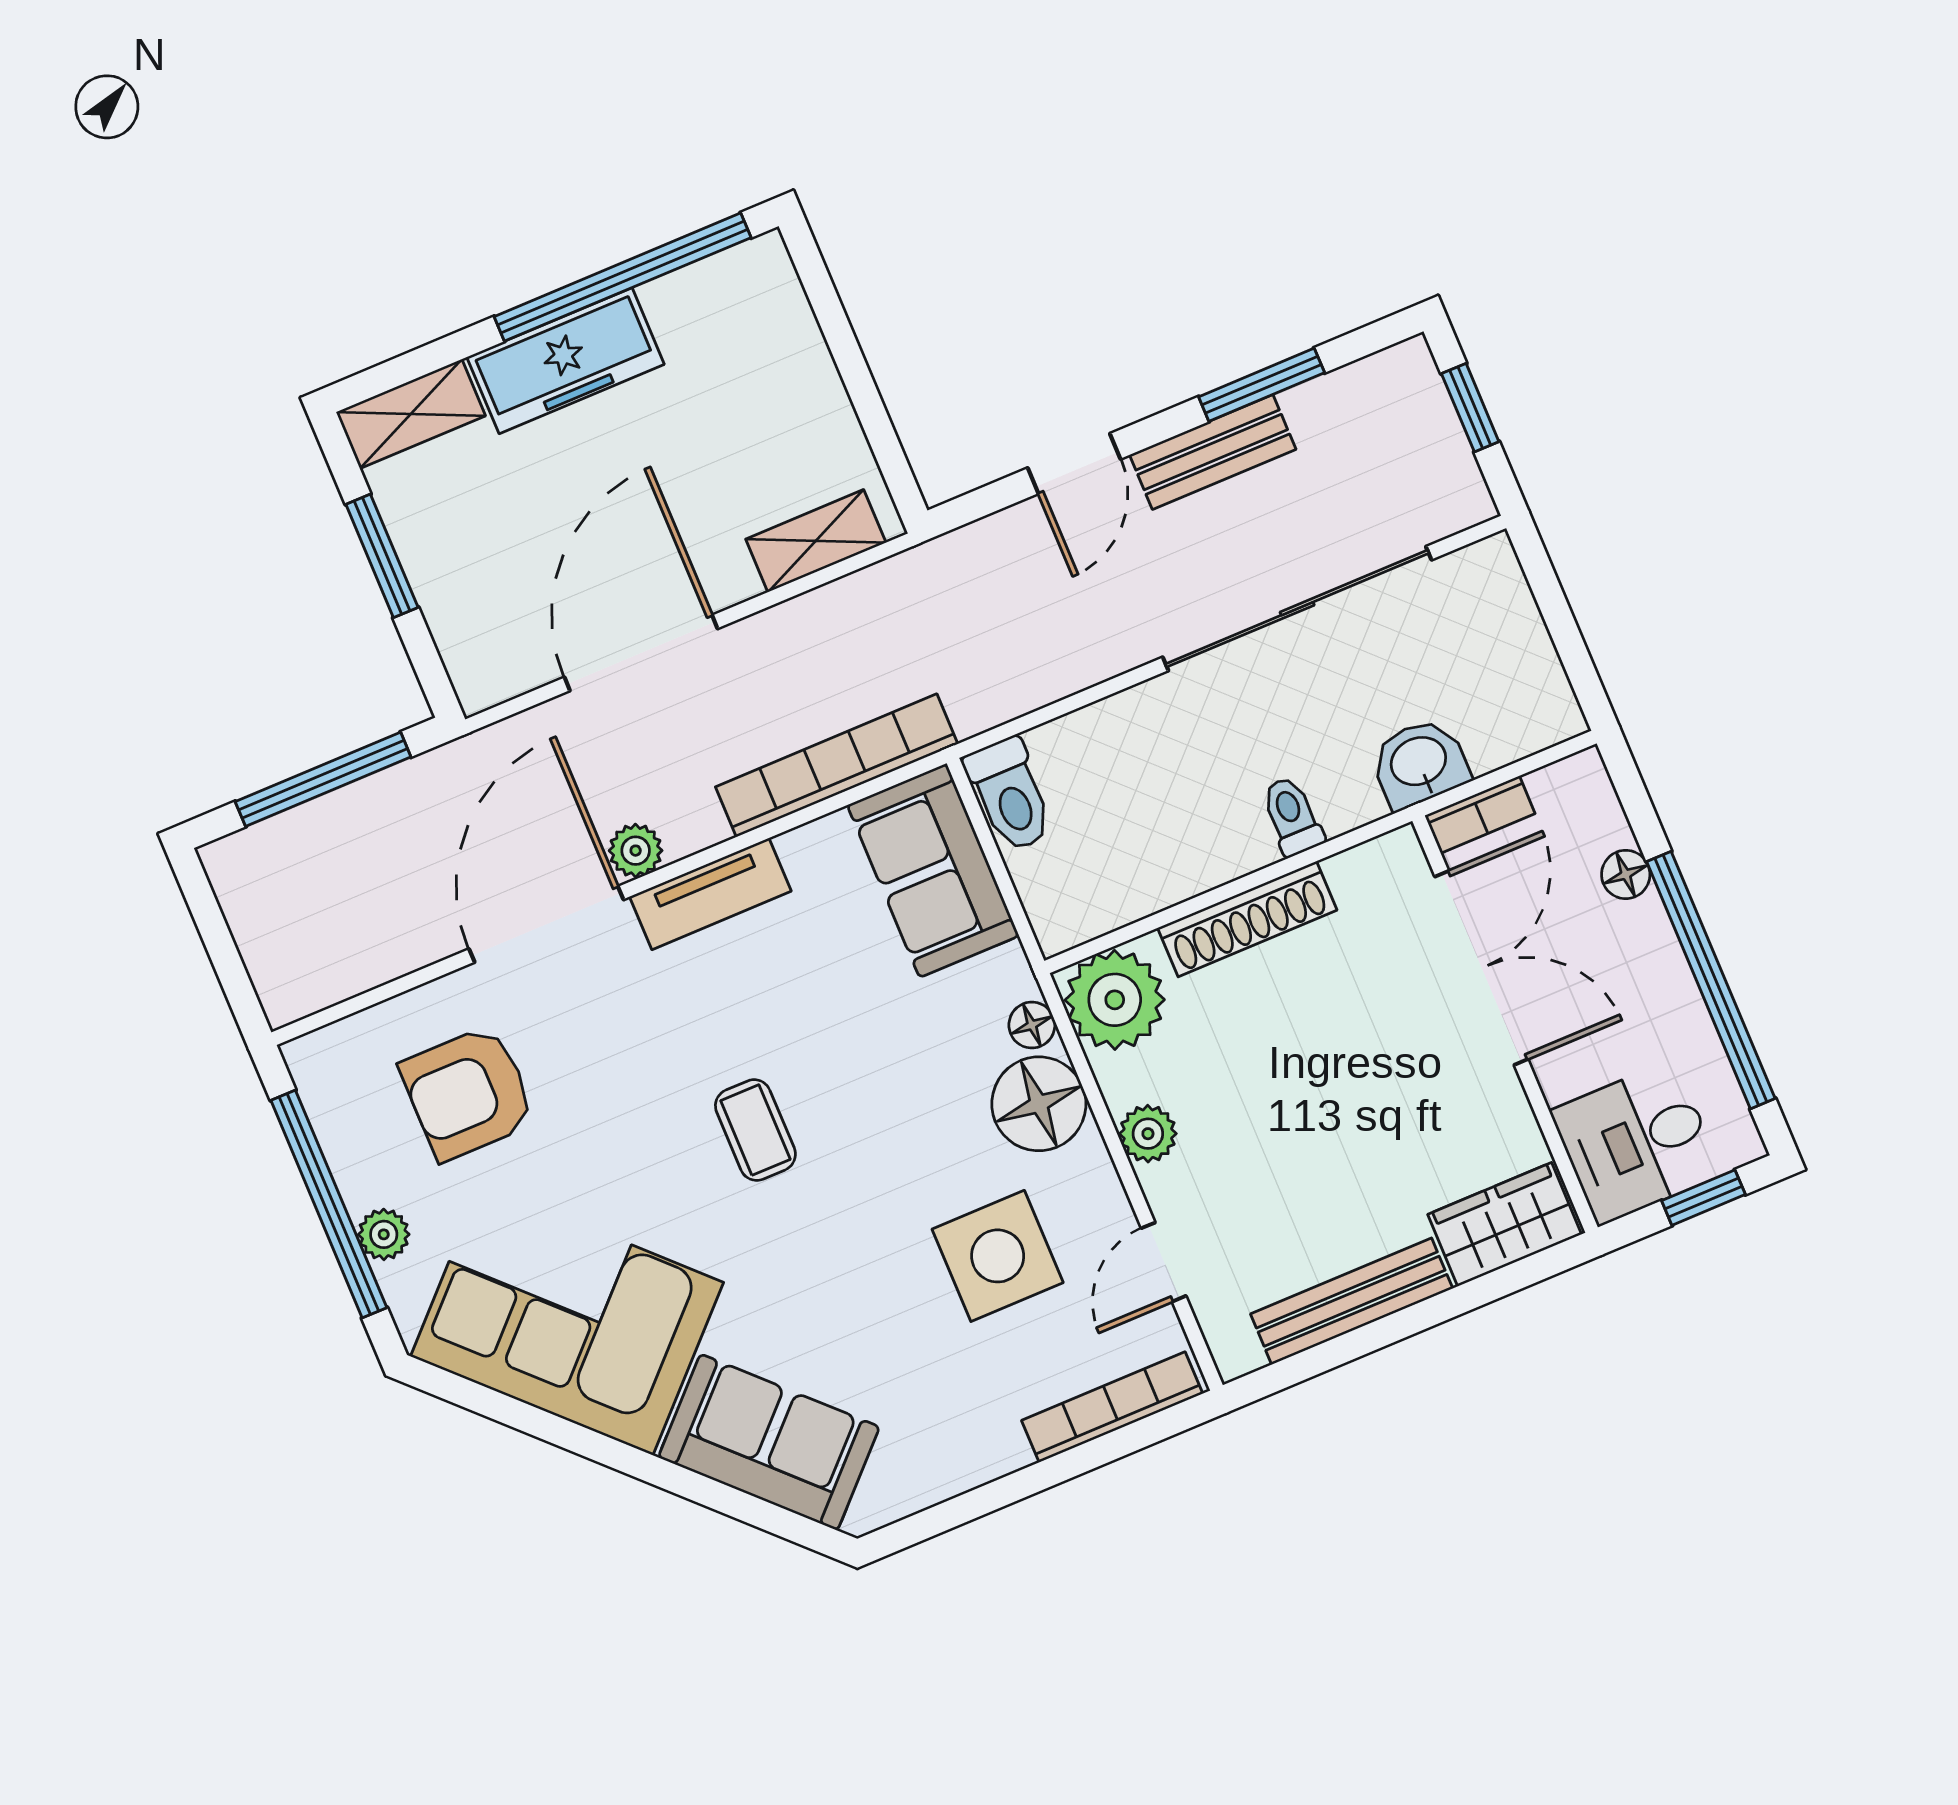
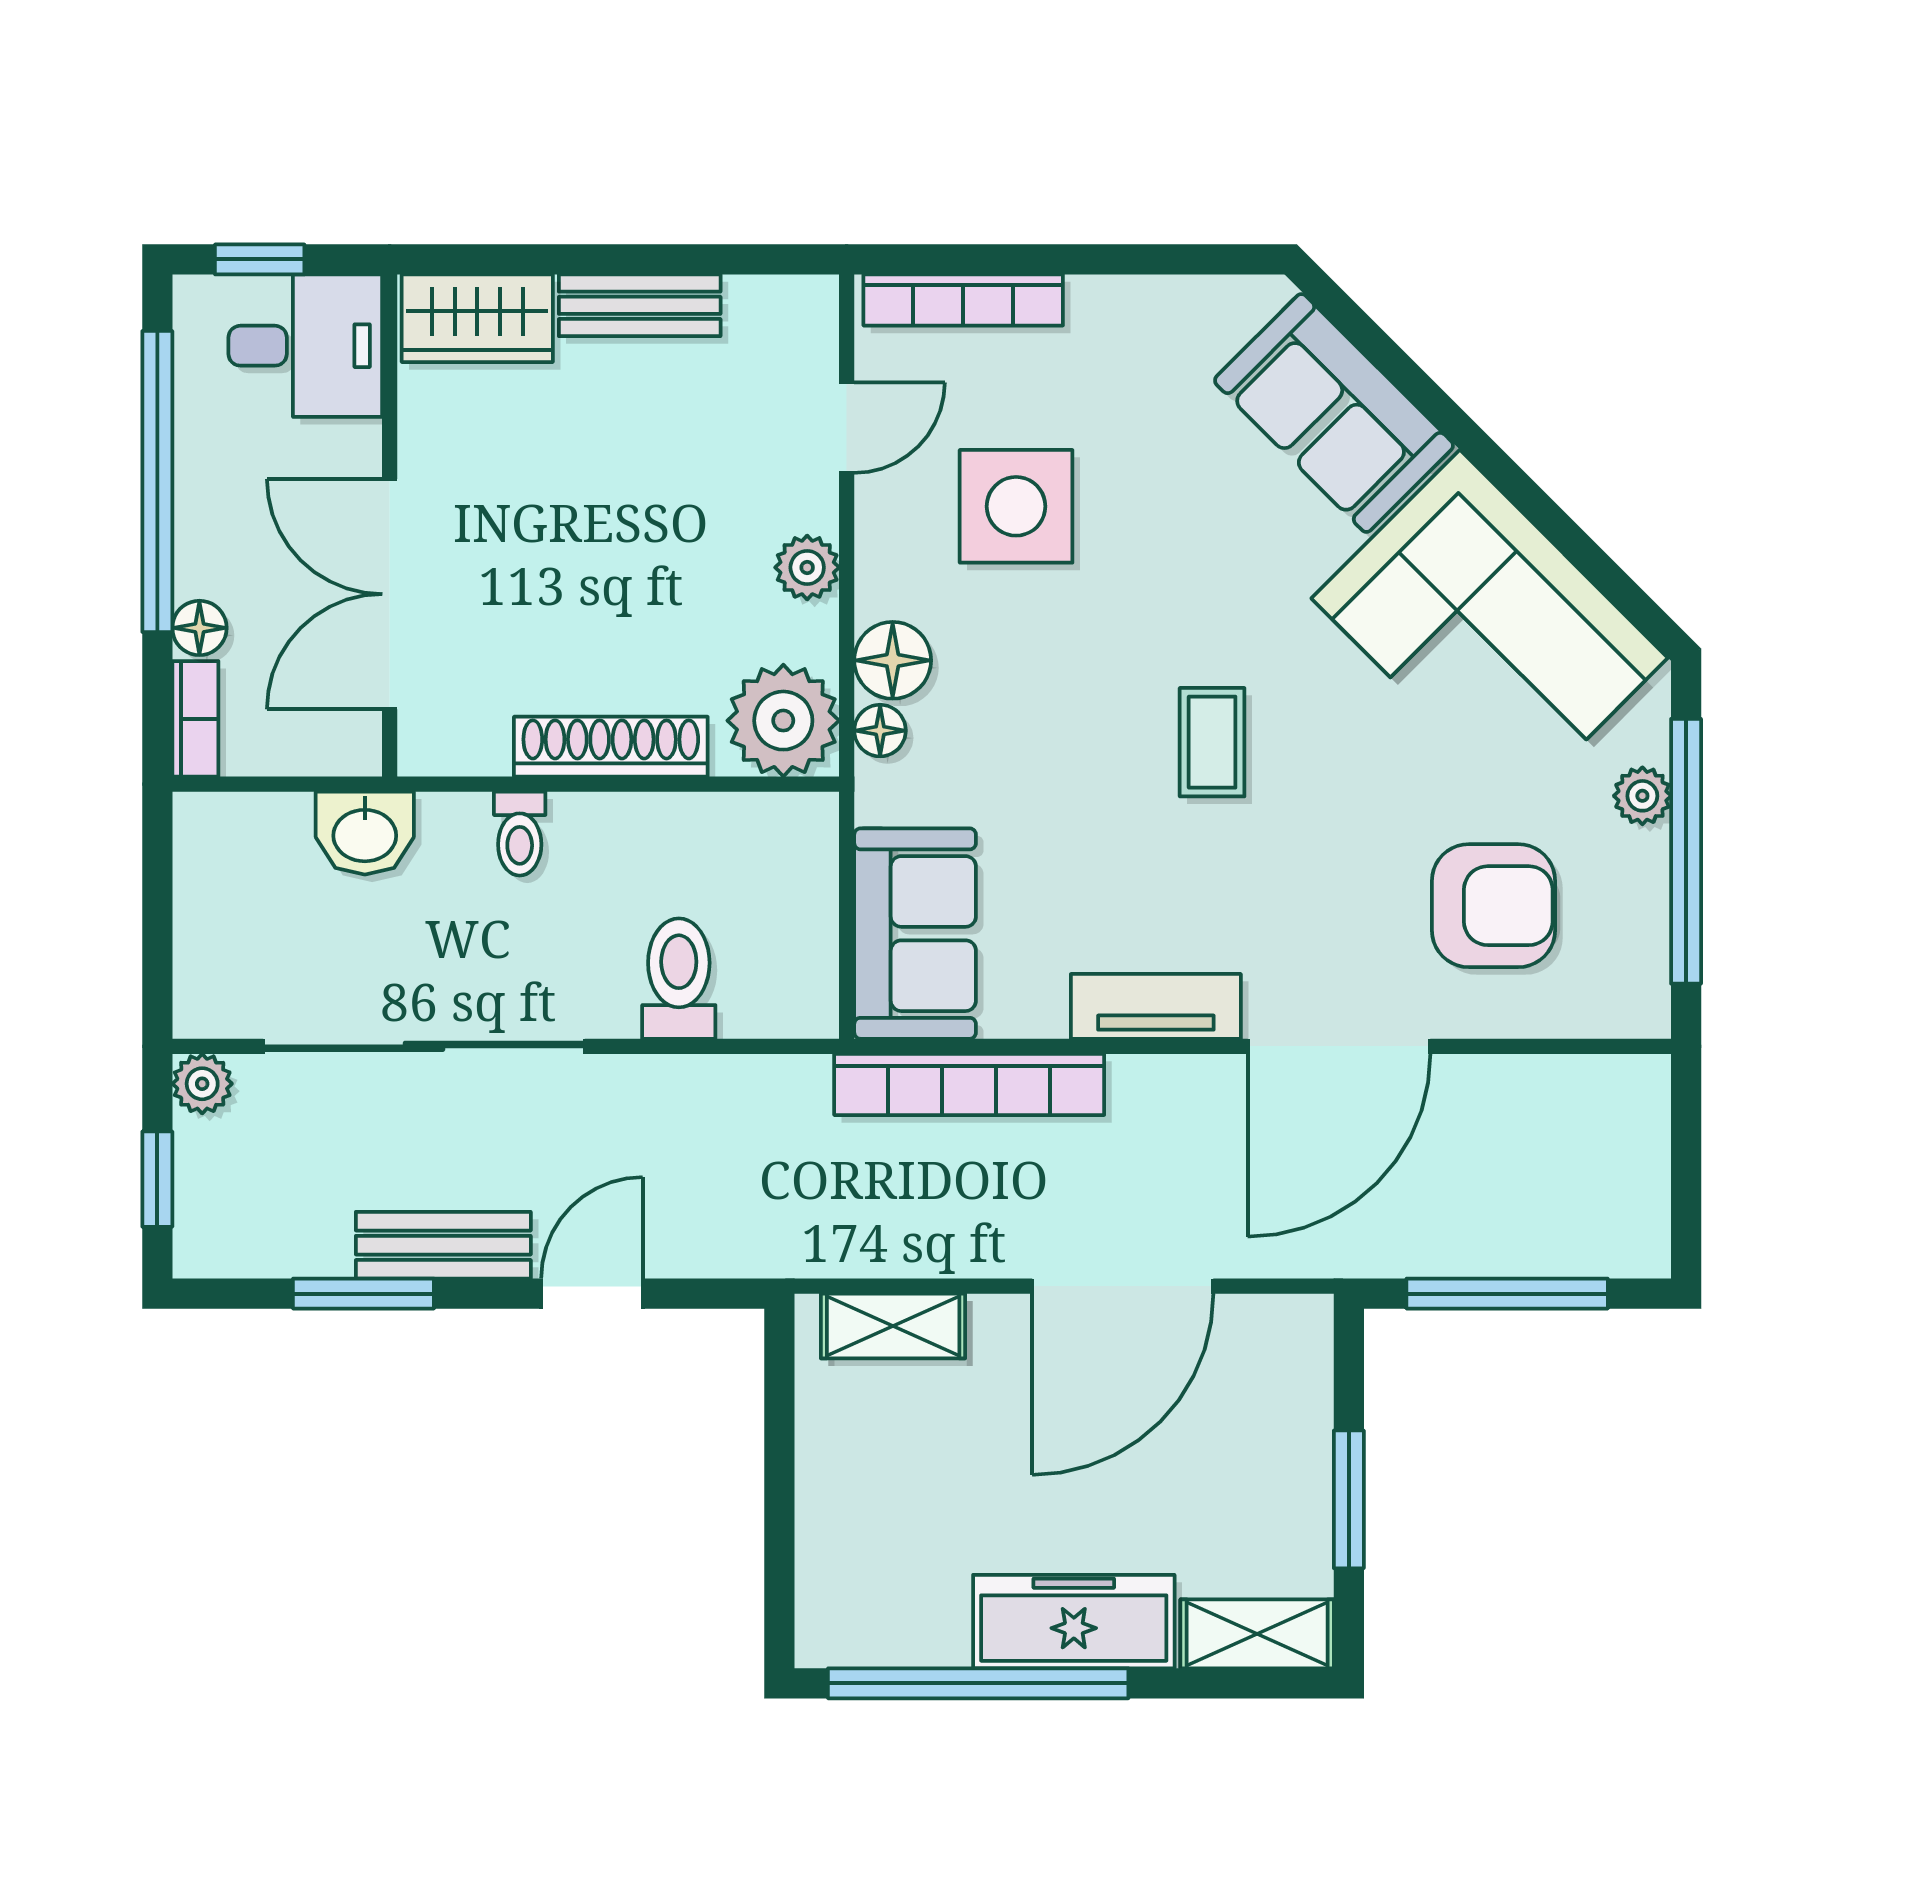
toilet: (1010, 795) -> (679, 979), moved
bookcase: (1480, 815) -> (195, 719), moved, turned 90
plant: (636, 851) -> (202, 1084), moved
floor lamp: (1039, 1104) -> (893, 660), width x0.73, depth x0.73
bench: (1352, 1301) -> (640, 305), width x0.73

